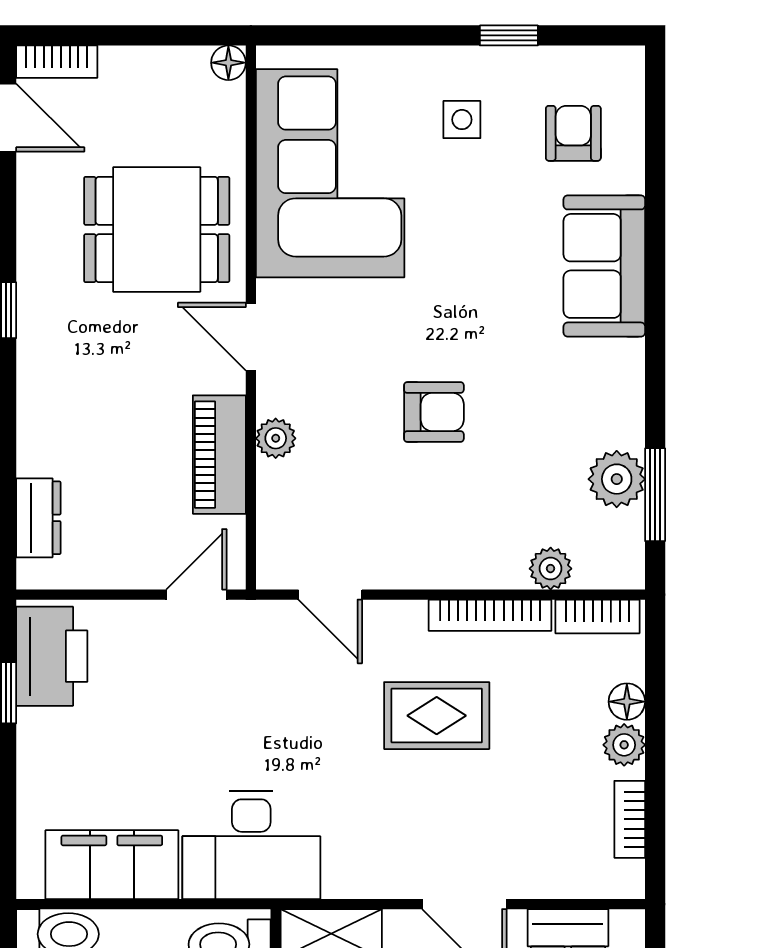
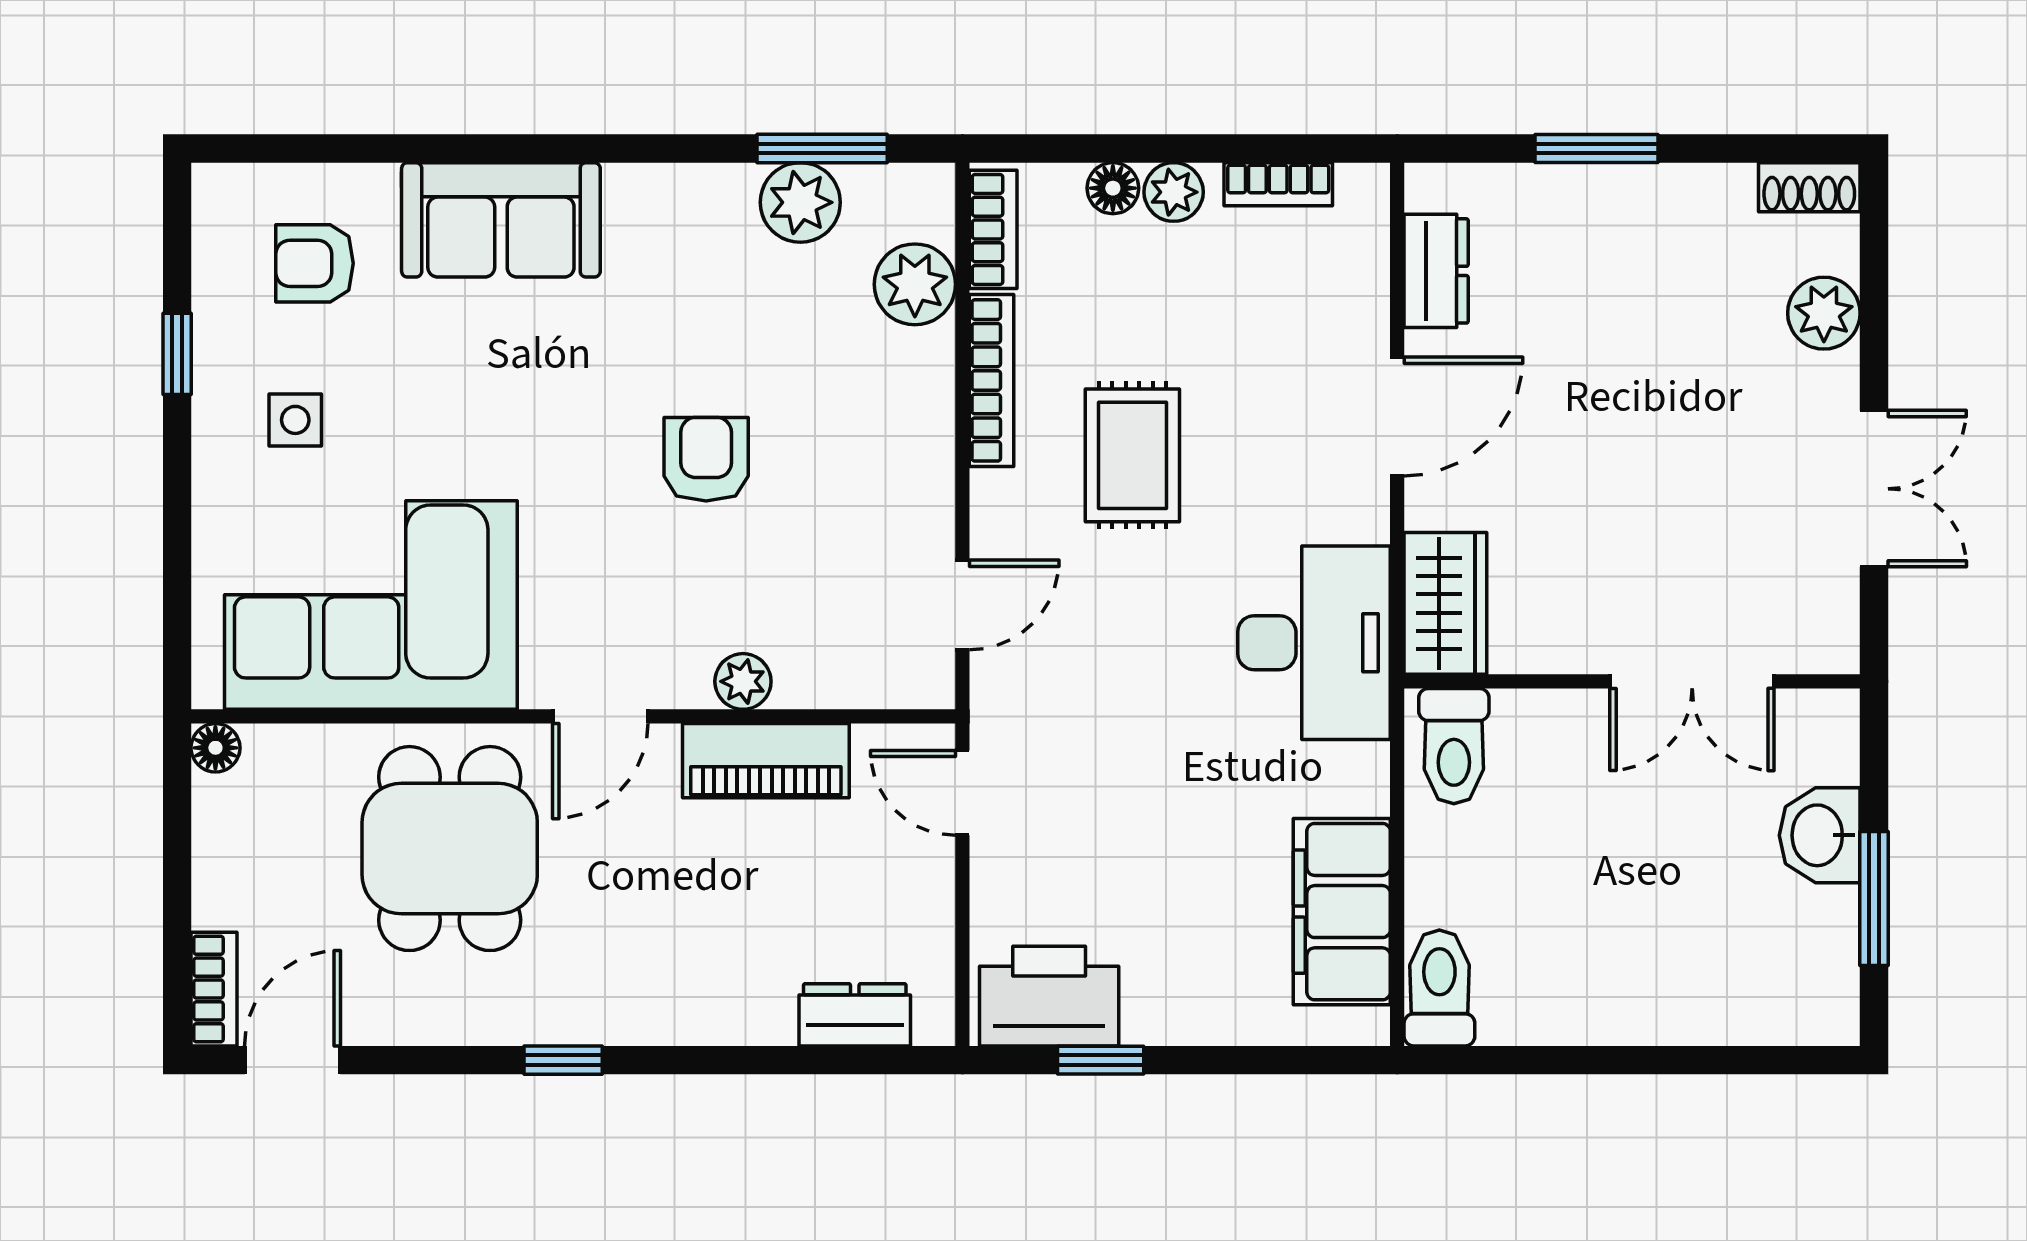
plant: (551, 569) -> (915, 284), width x1.38, depth x1.38
desk: (251, 845) -> (1314, 643), moved

